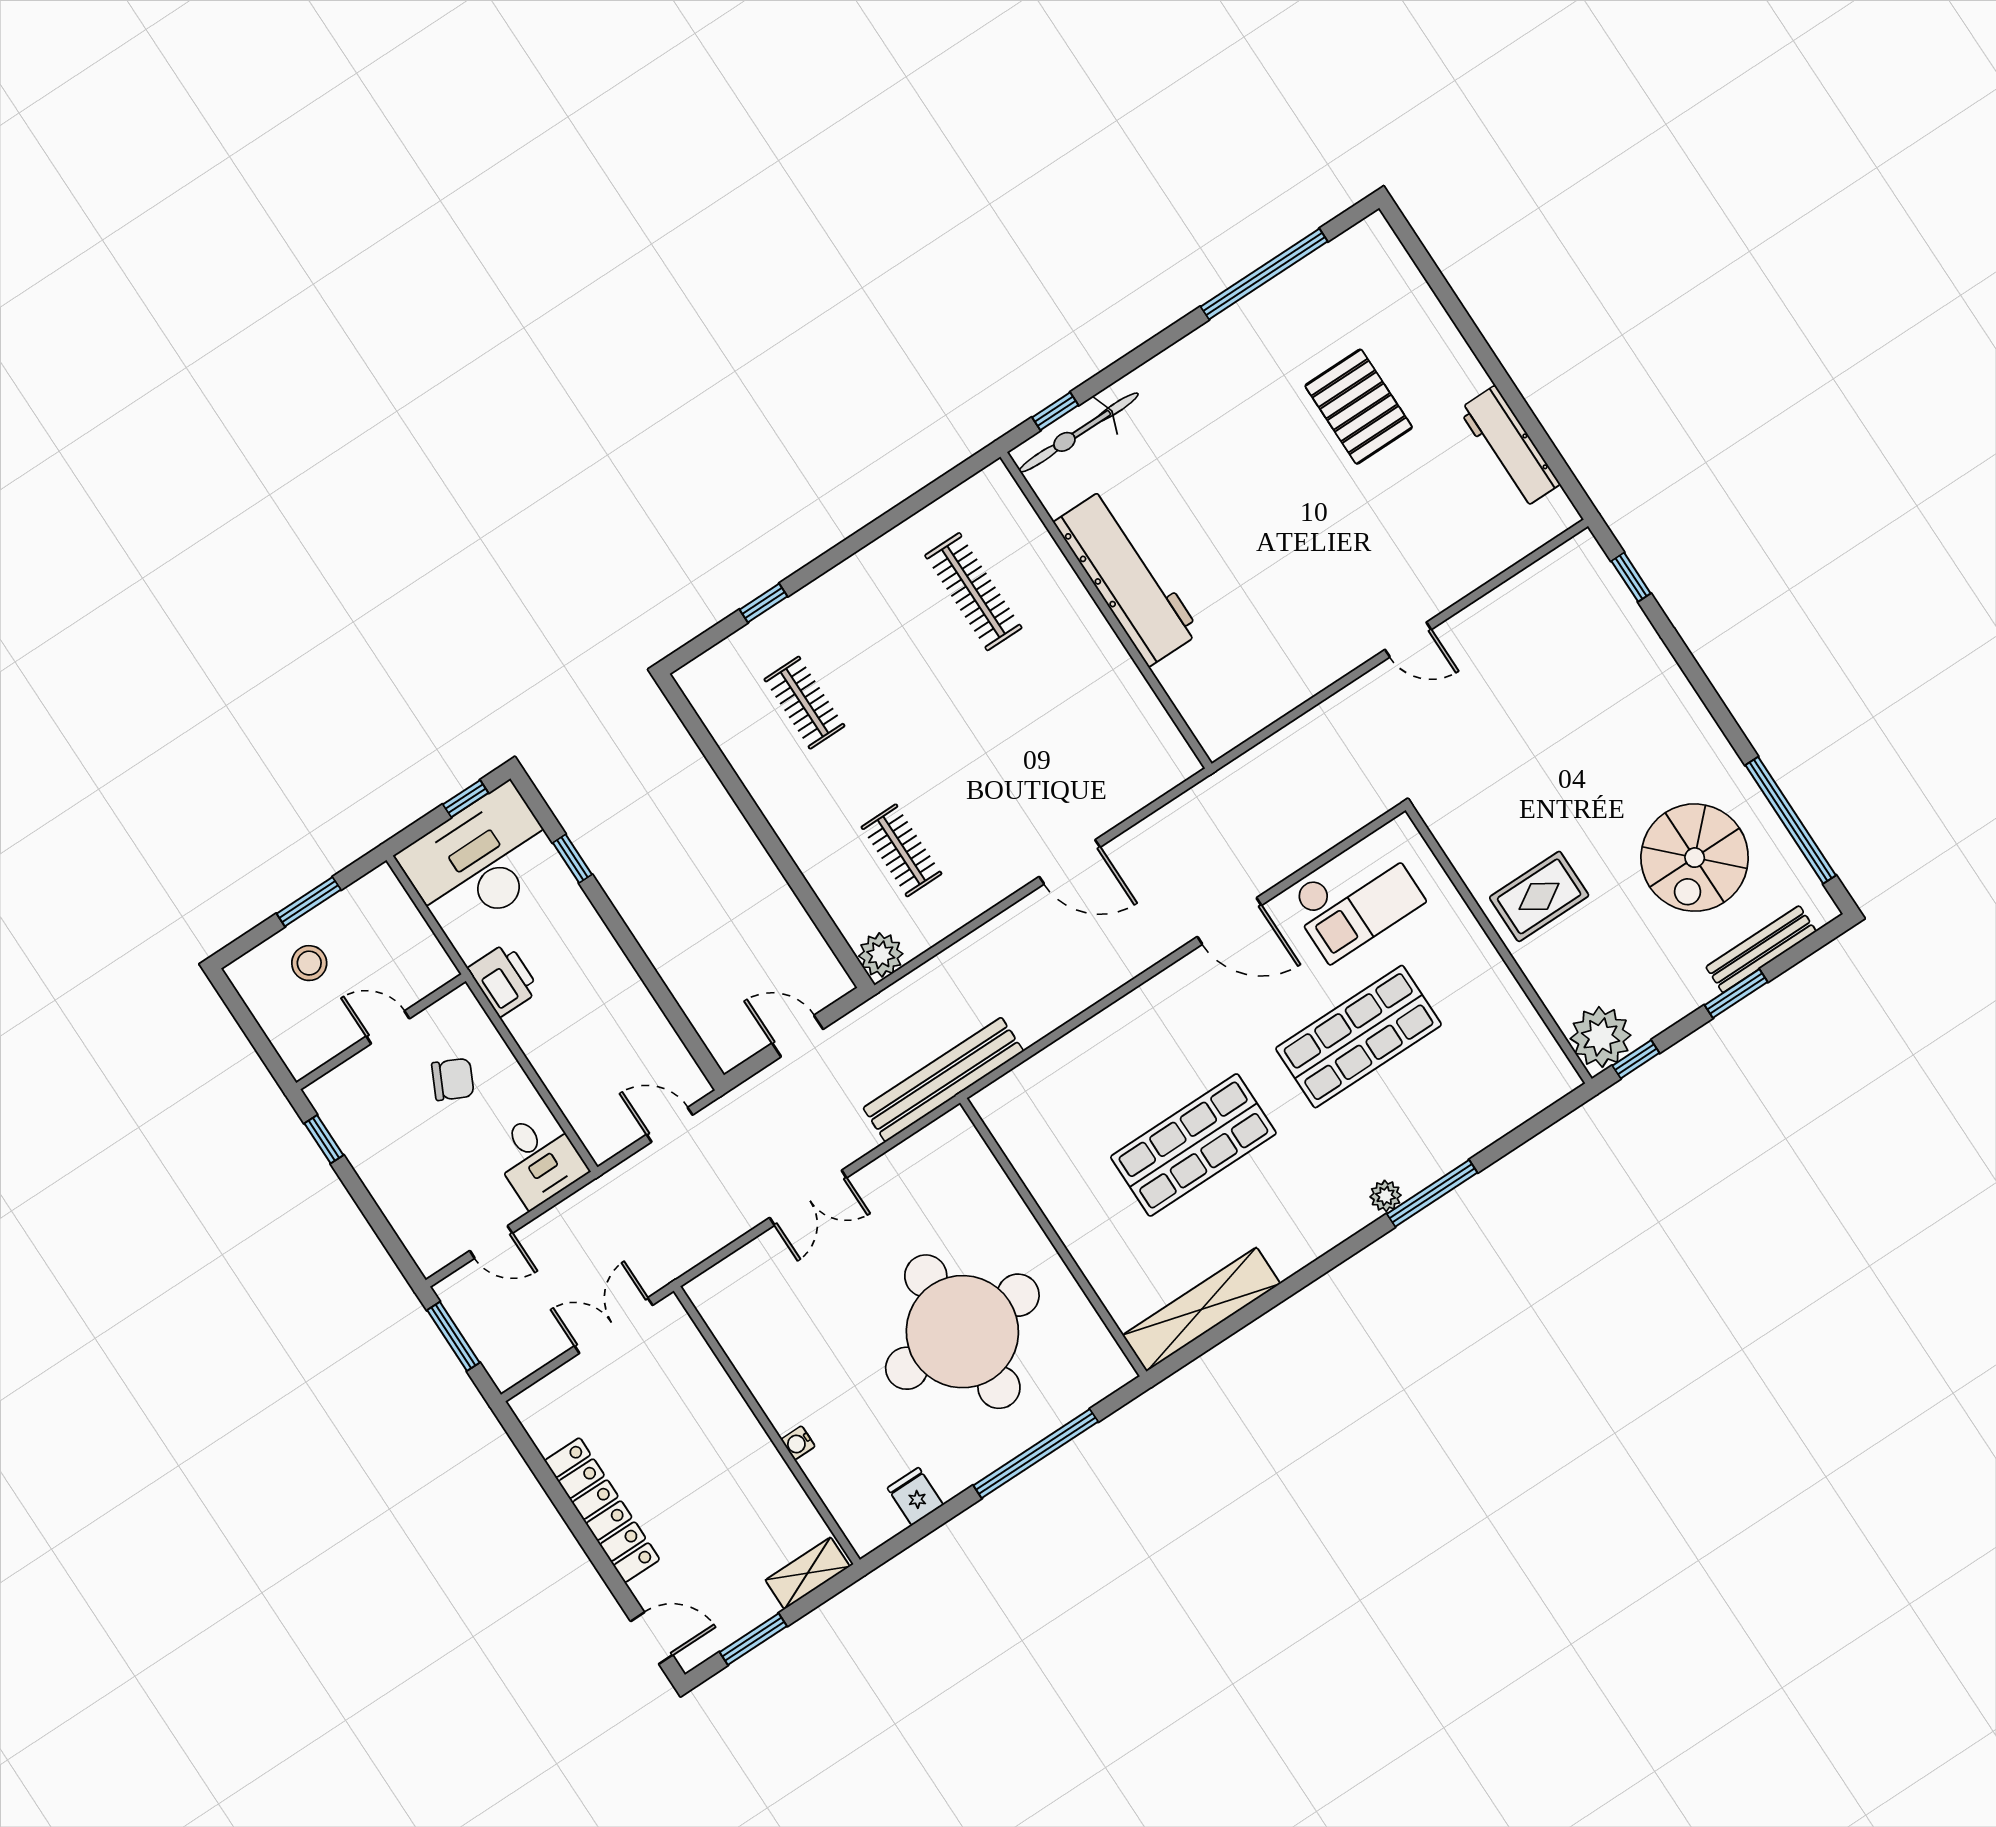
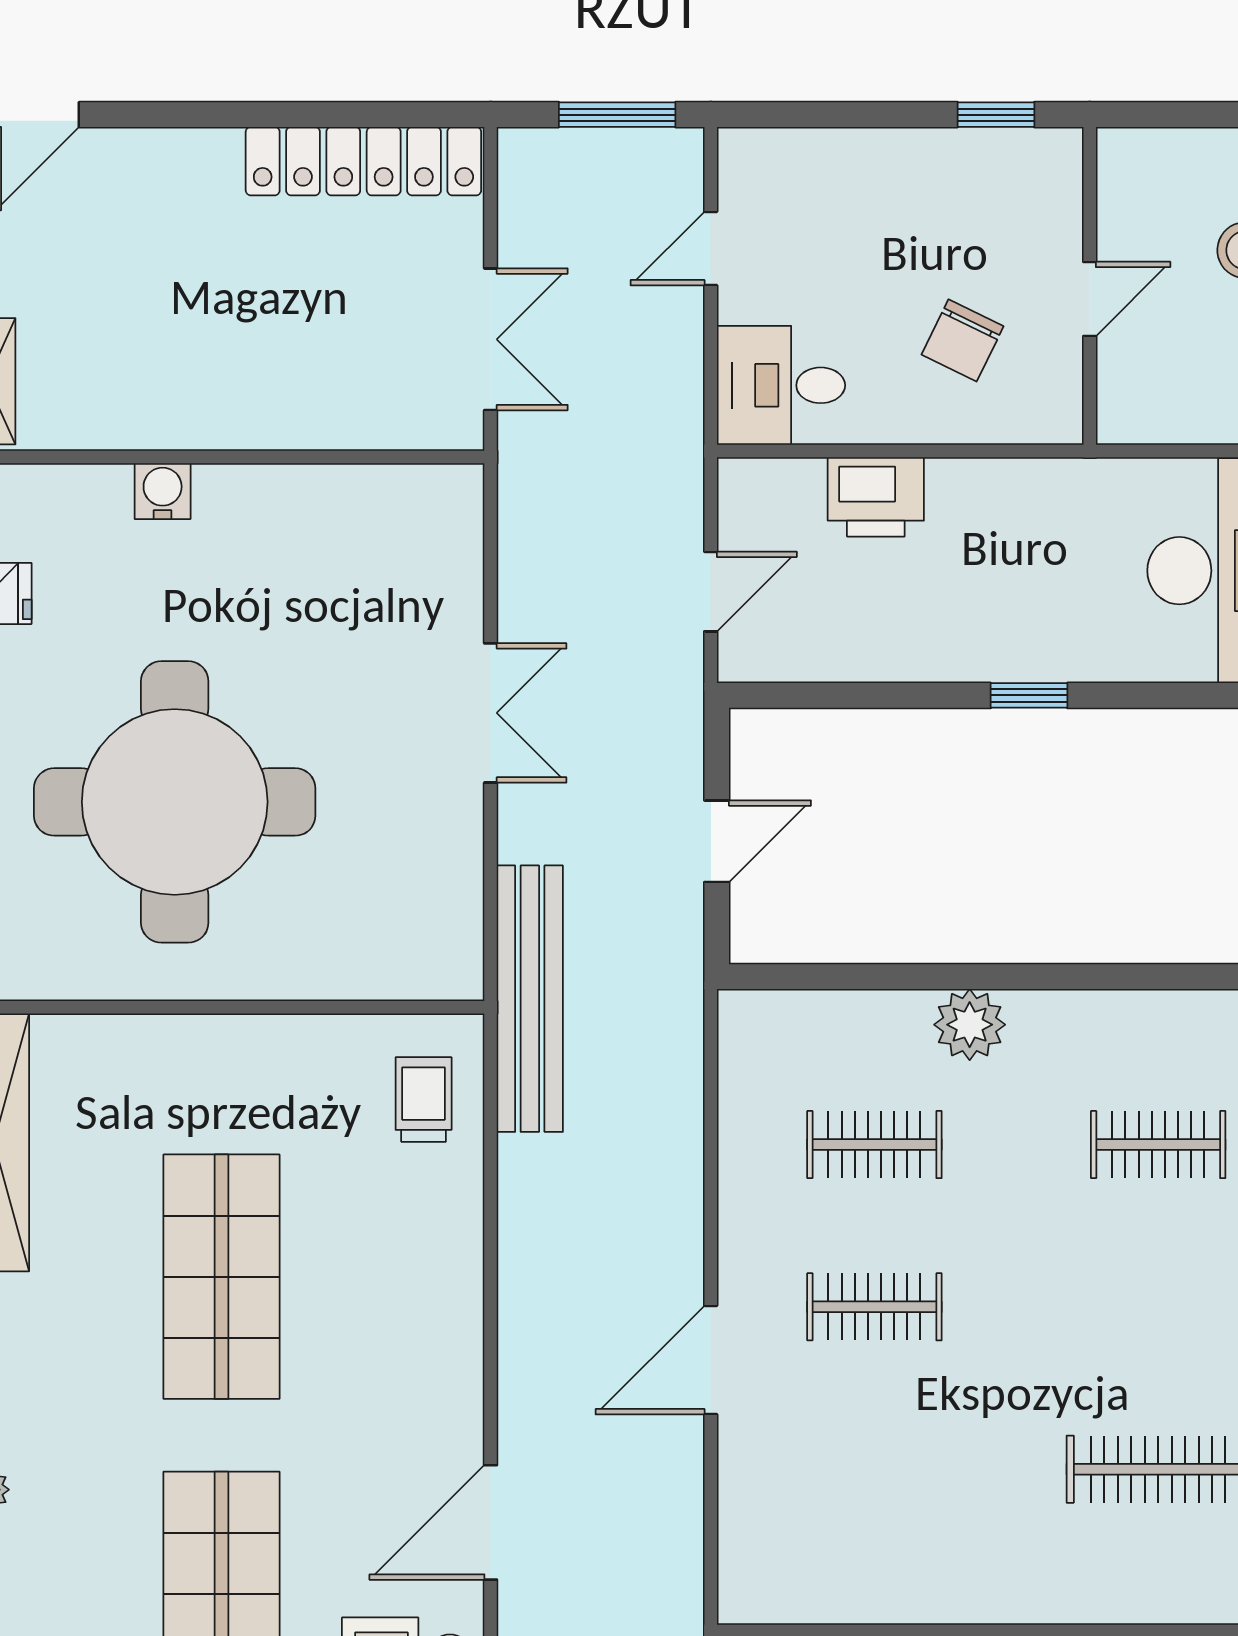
clothes rail: (986, 795) -> (874, 1307), added
window: (572, 859) -> (1029, 695), moved
plant: (881, 955) -> (970, 1025), moved
printer: (504, 980) -> (876, 497), moved
trolley: (1032, 1100) -> (424, 1099), added
double door: (808, 1198) -> (491, 713), swing flipped
water cooler: (798, 1443) -> (163, 491), width x1.38, depth x1.38
locker: (602, 1510) -> (363, 161), moved

